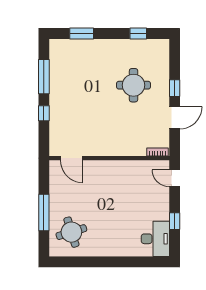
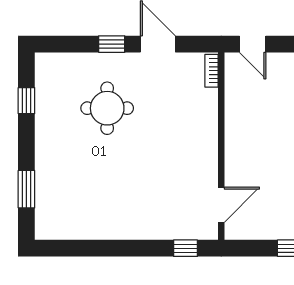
window: (44, 77) -> (94, 248), removed
window: (44, 113) -> (185, 248), moved
door: (175, 178) -> (253, 44), hinge flipped

